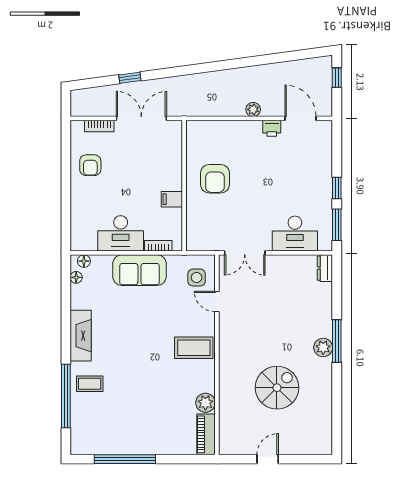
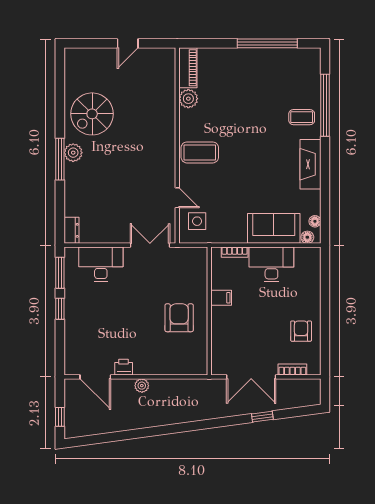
sofa: (139, 270) -> (274, 228), moved
spiral stairs: (277, 388) -> (92, 114), moved

